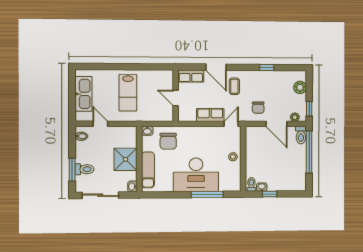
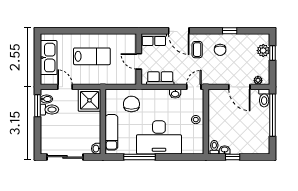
lab bench: (128, 93) -> (92, 56), turned -90
chair: (258, 108) -> (220, 50), moved
window: (309, 109) -> (272, 53), moved
row of seats: (210, 115) -> (160, 78), moved
washbasin: (147, 131) -> (175, 94), moved
chair: (168, 141) -> (131, 104), turned 180
shower: (125, 159) -> (89, 100), moved
toilet: (84, 169) -> (49, 110), moved
window: (72, 170) -> (38, 106), moved
window: (207, 194) -> (139, 157), moved

